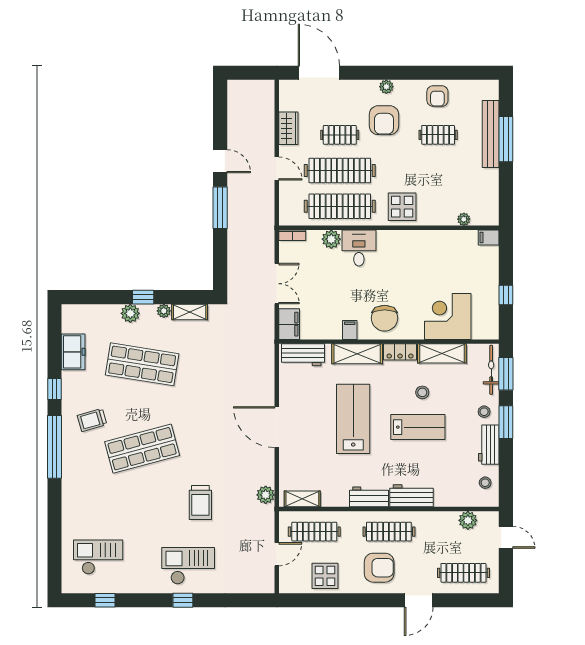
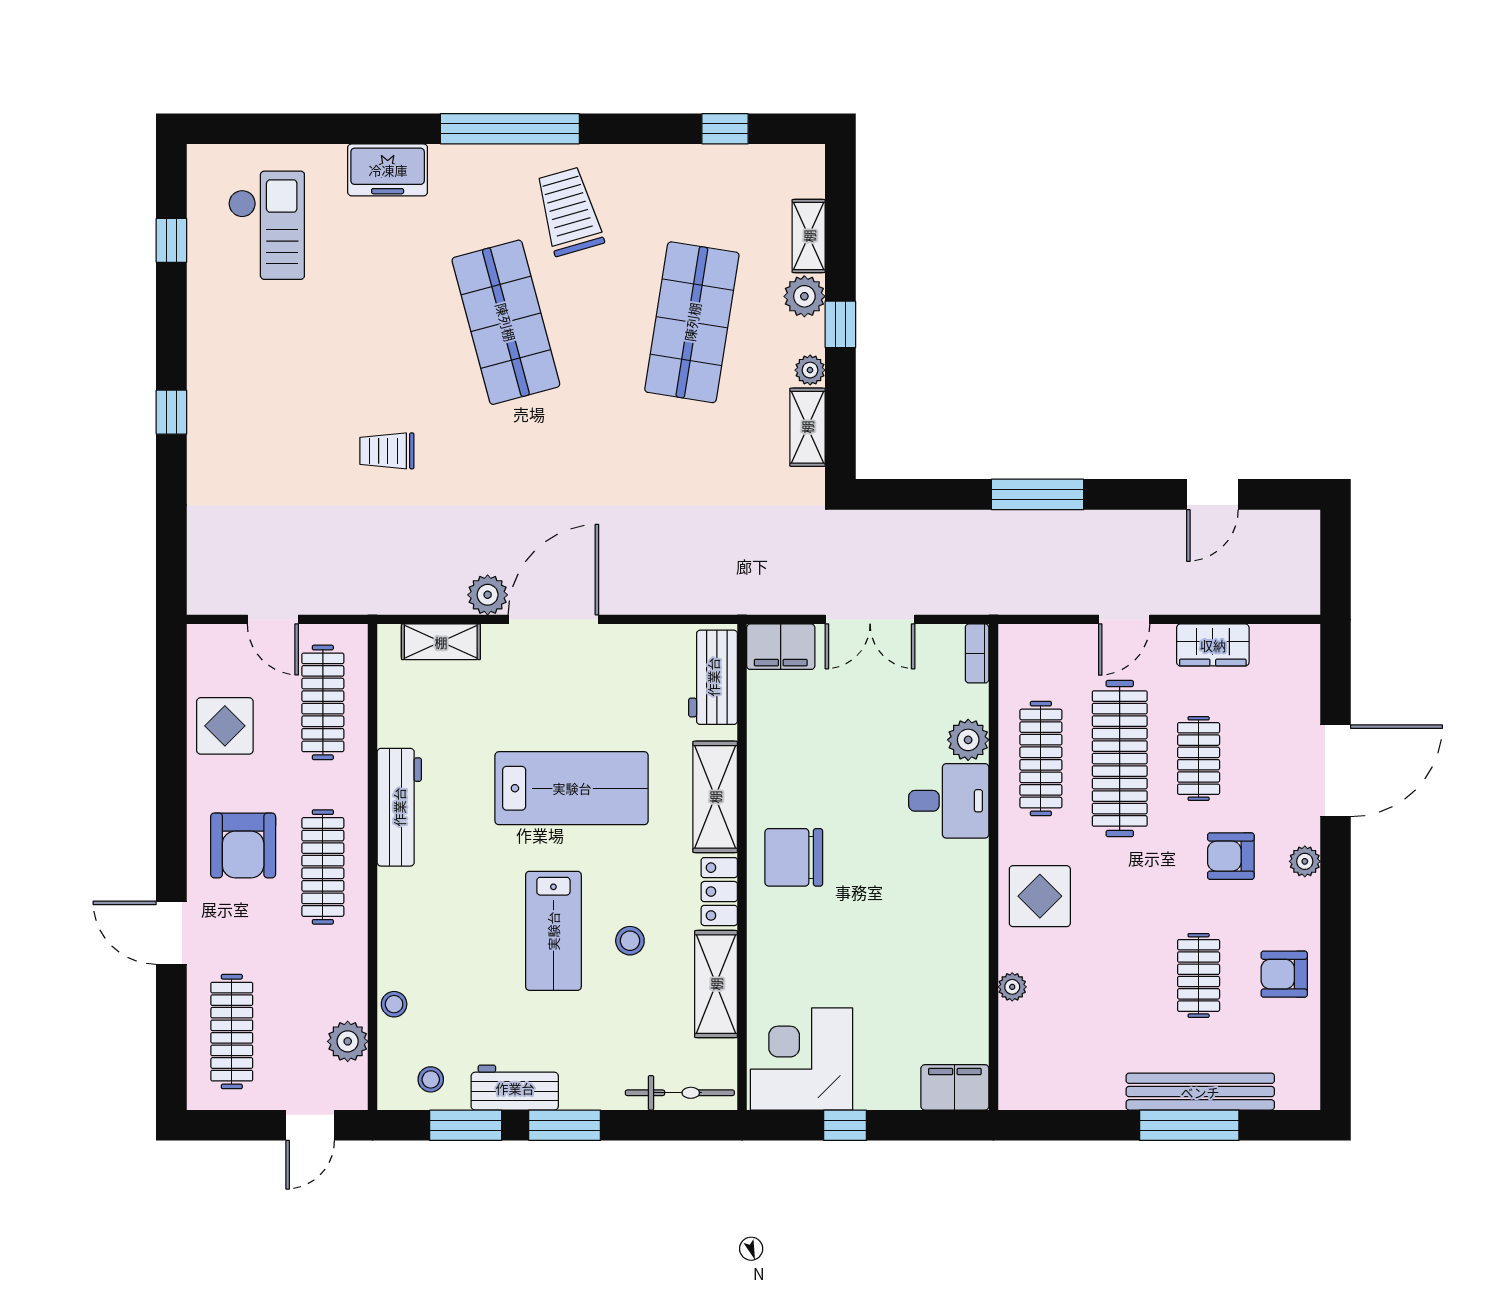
door: (319, 73) -> (1336, 771), moved
armchair: (384, 120) -> (1231, 856), width x0.72, depth x0.72
door: (220, 161) -> (1212, 494), moved
clothes rail: (340, 206) -> (1041, 759), width x0.73, depth x0.76
plant: (464, 219) -> (1012, 987), moved
filing cabinet: (489, 238) -> (955, 1087), width x2.00
shelving: (103, 311) -> (809, 236), added
corner desk: (448, 316) -> (801, 1059), moved, turned -90
filing cabinet: (350, 330) -> (768, 781), removed
freezer: (73, 352) -> (388, 170), moved
window: (506, 374) -> (466, 1125), moved
window: (54, 389) -> (725, 129), moved
stool: (484, 412) -> (394, 1004), moved
trolley: (92, 420) -> (569, 212), width x1.36, depth x1.39
plant: (266, 495) -> (488, 595), moved
workbench: (411, 496) -> (402, 917), removed
workbench: (369, 497) -> (399, 807), width x1.37
shelving: (302, 499) -> (441, 642), moved, turned 90
trolley: (200, 502) -> (387, 451), width x0.73, depth x0.72
checkout: (188, 566) -> (247, 424), removed

